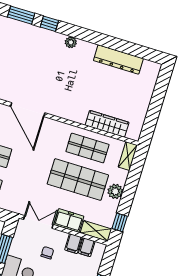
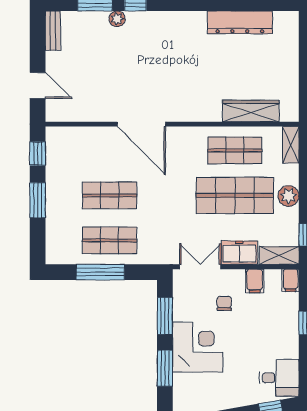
plant: (71, 42) -> (117, 19), moved
filing cabinet: (87, 247) -> (291, 280), moved

